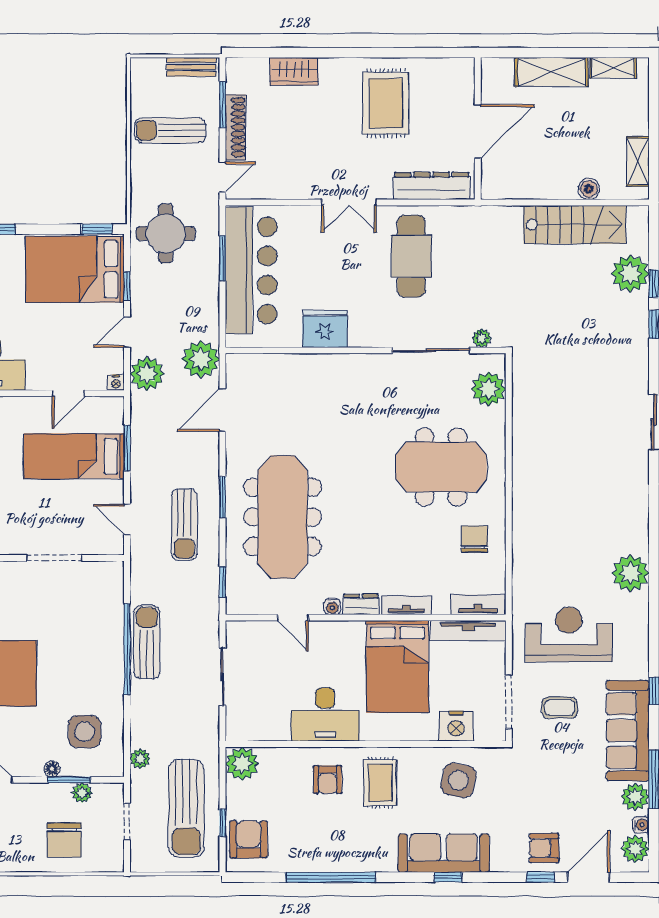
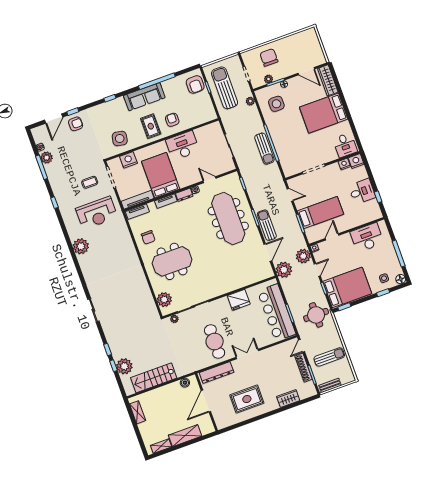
rug: (386, 103) -> (247, 399), turned 90
boiler: (589, 189) -> (185, 383), moved
sun lounger: (184, 525) -> (267, 225), moved
sofa: (628, 731) -> (59, 183), removed
plant: (242, 764) -> (209, 114), removed
plant: (635, 849) -> (39, 137), removed
sofa: (444, 853) -> (144, 97), moved

